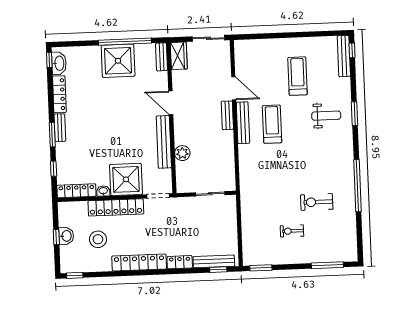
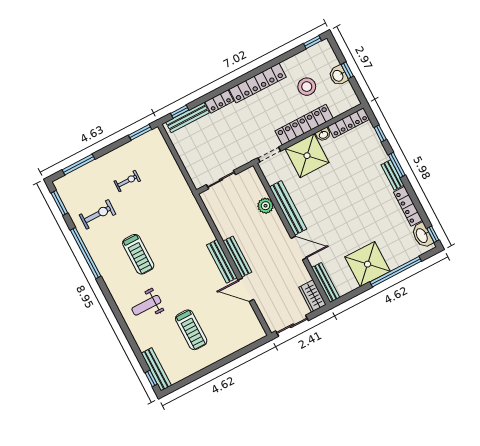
window: (125, 42) -> (396, 272), moved
bench: (162, 57) -> (326, 283), width x1.36
window: (355, 114) -> (59, 203), moved
bench: (227, 115) -> (237, 257), width x1.36
treadmill: (272, 124) -> (138, 254), moved
exercise bike: (317, 202) -> (97, 214), moved

